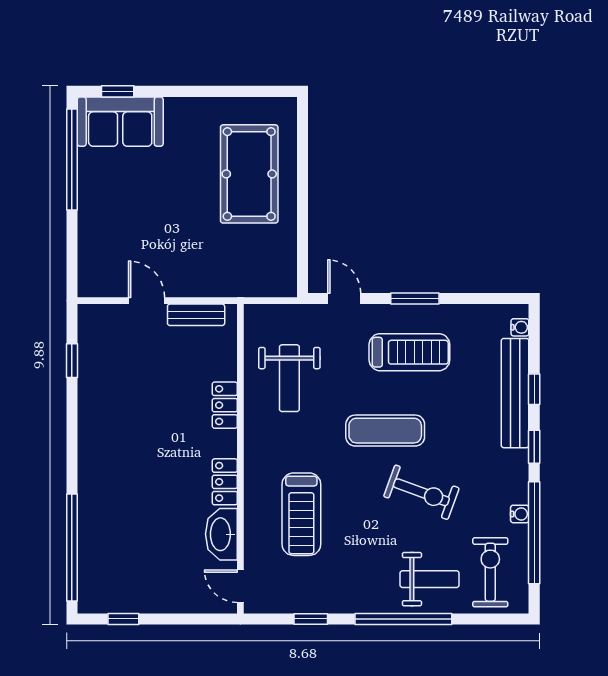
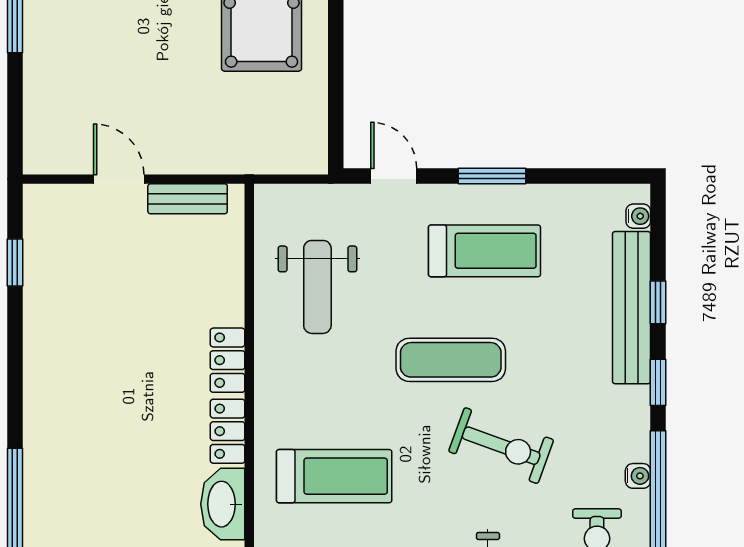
locker: (225, 405) -> (228, 360), moved
treadmill: (301, 514) -> (334, 476), turned -90

